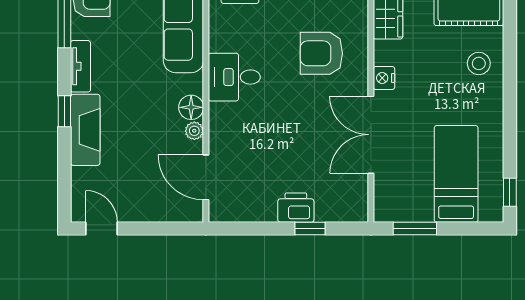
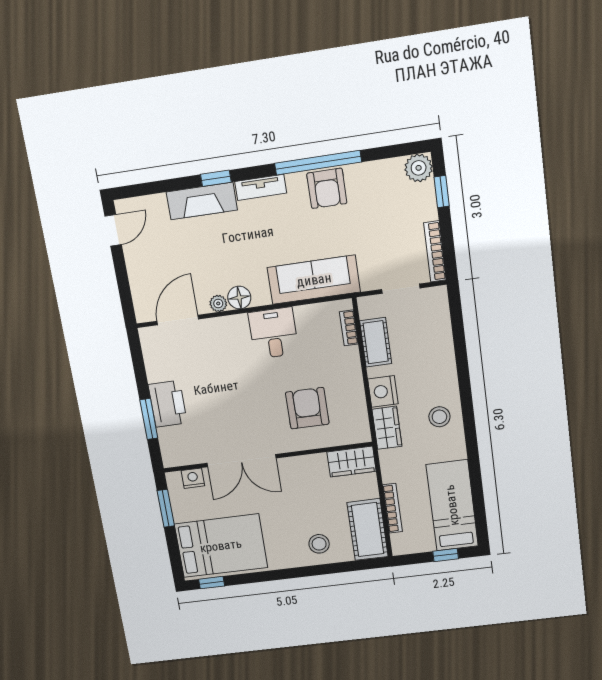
nightstand: (384, 78) -> (193, 478), moved
double door: (371, 135) -> (241, 461), swing flipped
bed: (456, 174) -> (221, 546), width x1.50
printer: (296, 208) -> (168, 404), width x1.37, depth x1.19
window: (310, 229) -> (149, 419), width x1.50

